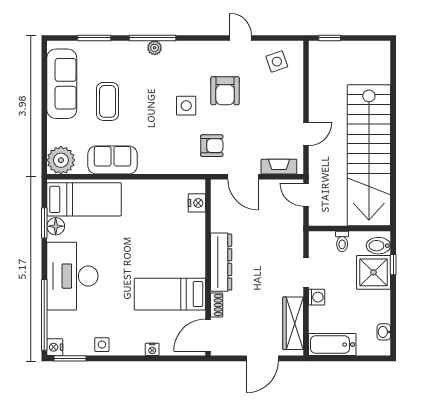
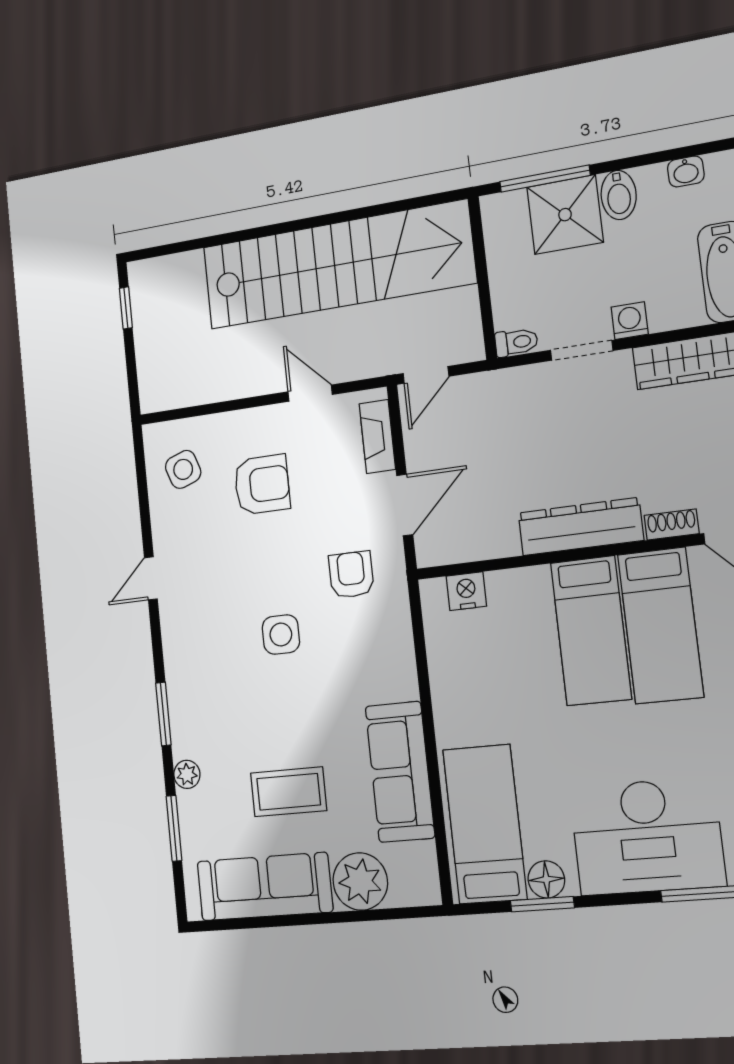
window: (153, 38) -> (163, 714), width x0.69
door: (241, 38) -> (151, 578), moved
window: (330, 38) -> (126, 308), moved
plant: (155, 48) -> (187, 774), moved
armchair: (225, 91) -> (262, 485), moved
plant: (61, 160) -> (360, 881), moved
sofa: (113, 160) -> (400, 772), width x1.36
toilet: (342, 241) -> (516, 342), moved
bidet: (378, 246) -> (619, 195), moved
bed: (171, 261) -> (591, 631), added
window: (393, 265) -> (545, 179), width x2.17

